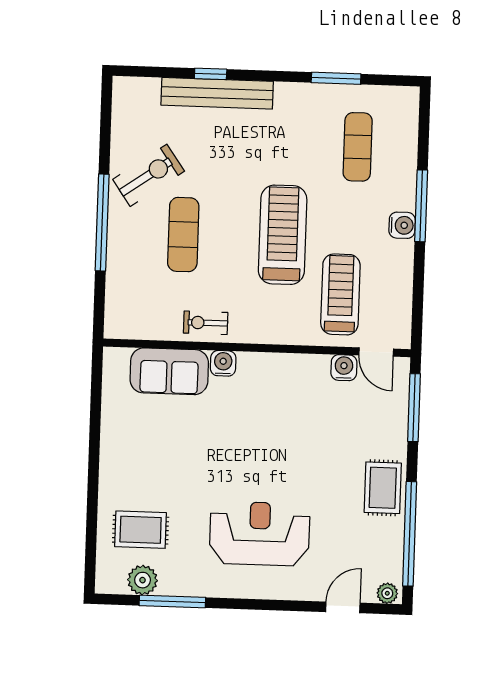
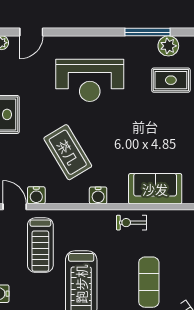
exercise bike: (206, 323) -> (132, 223), turned 180
water cooler: (223, 363) -> (98, 195), moved
coffee table: (296, 429) -> (68, 152), added

